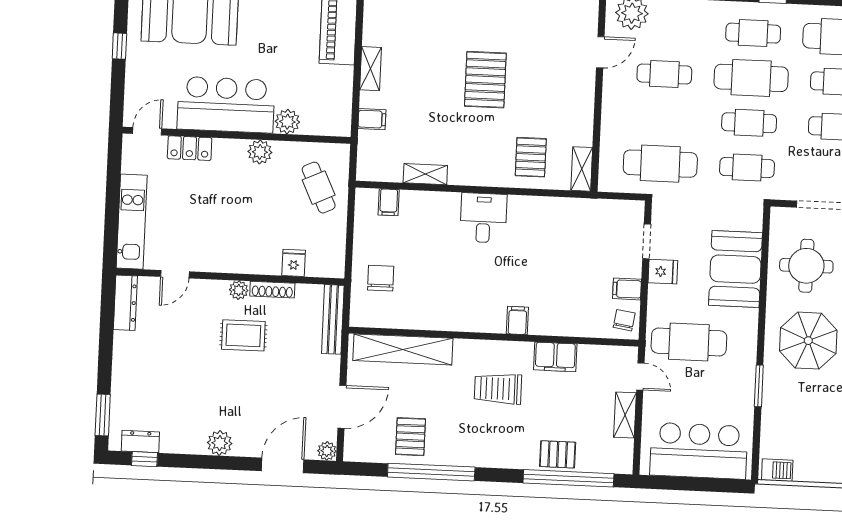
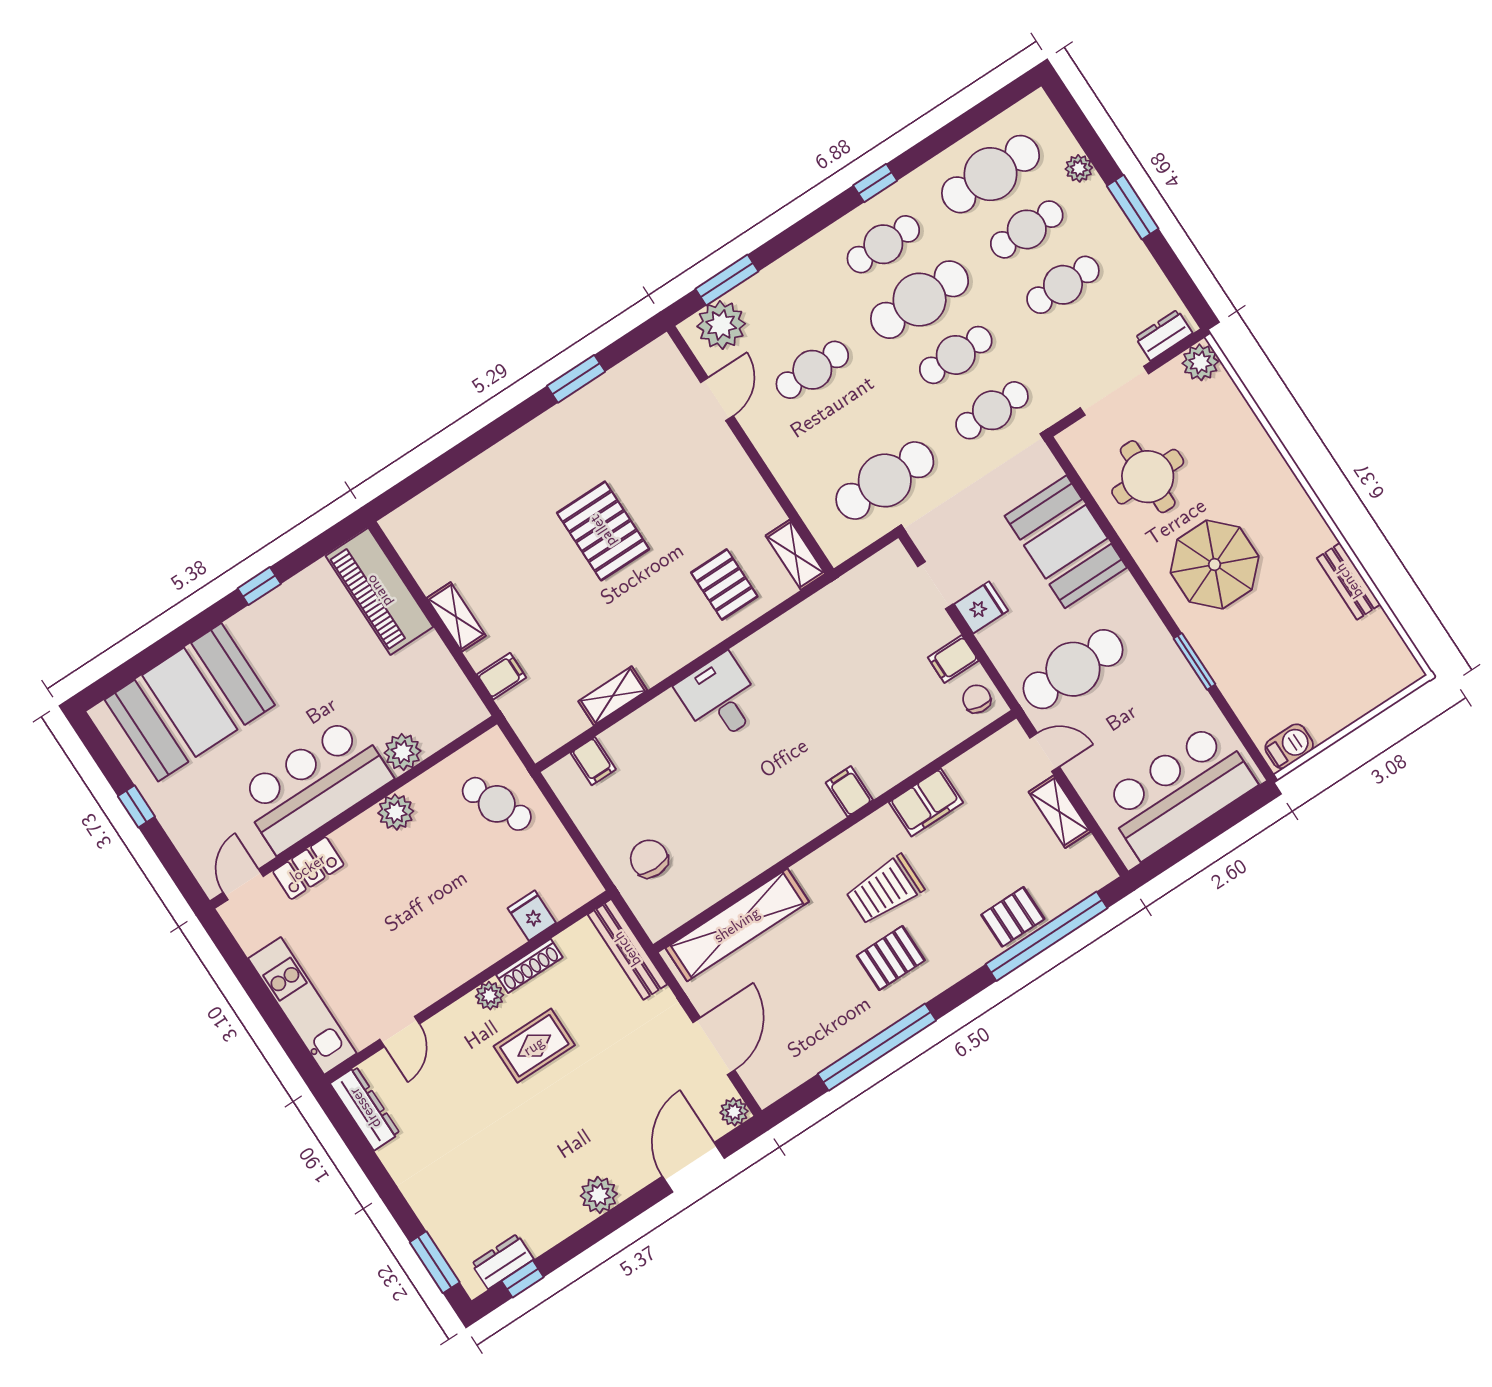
pallet: (410, 437) -> (891, 958), moved, turned 90

